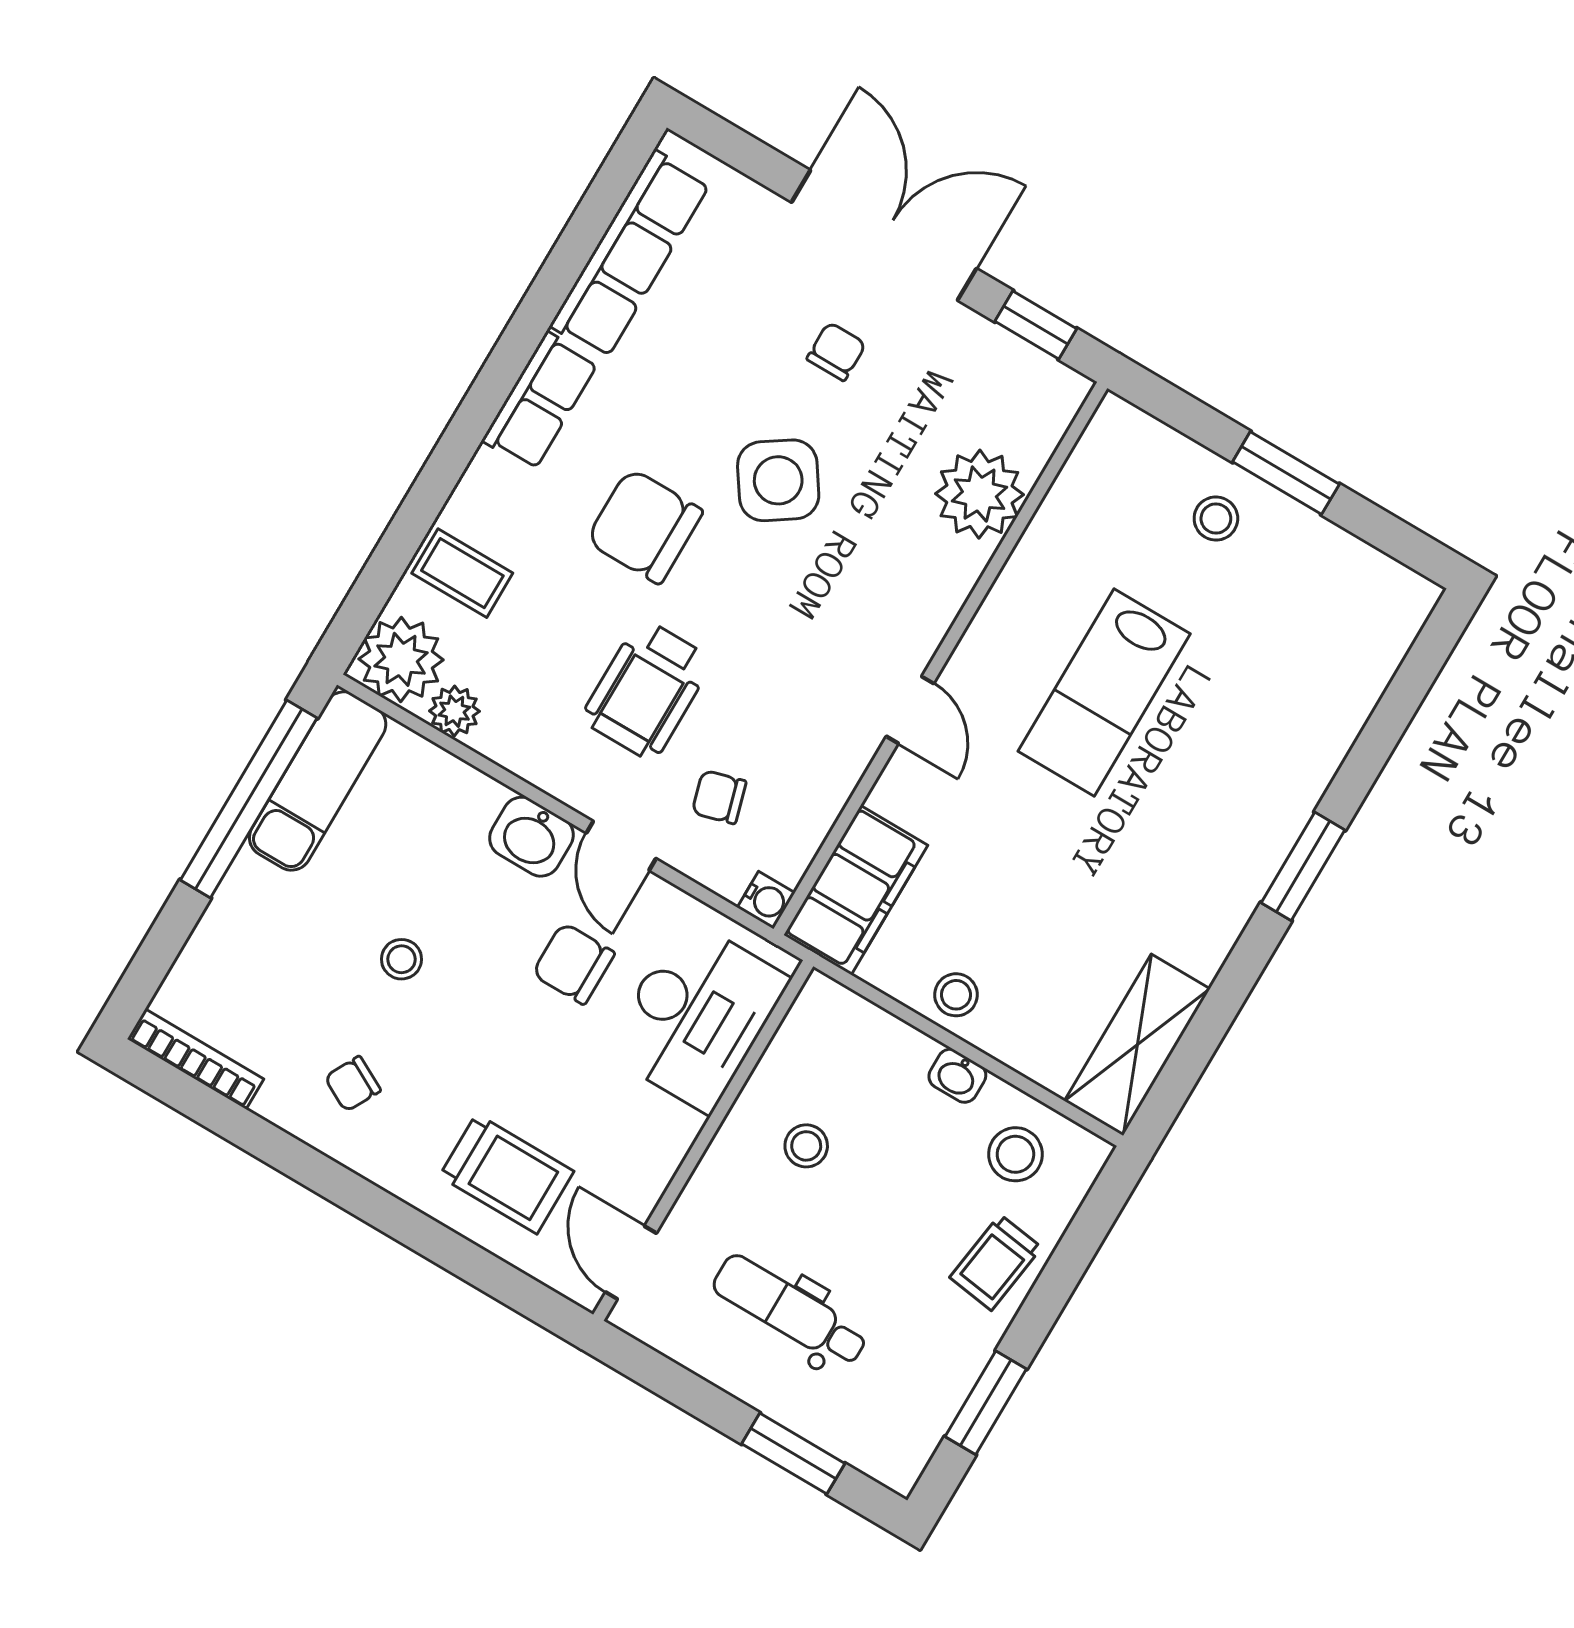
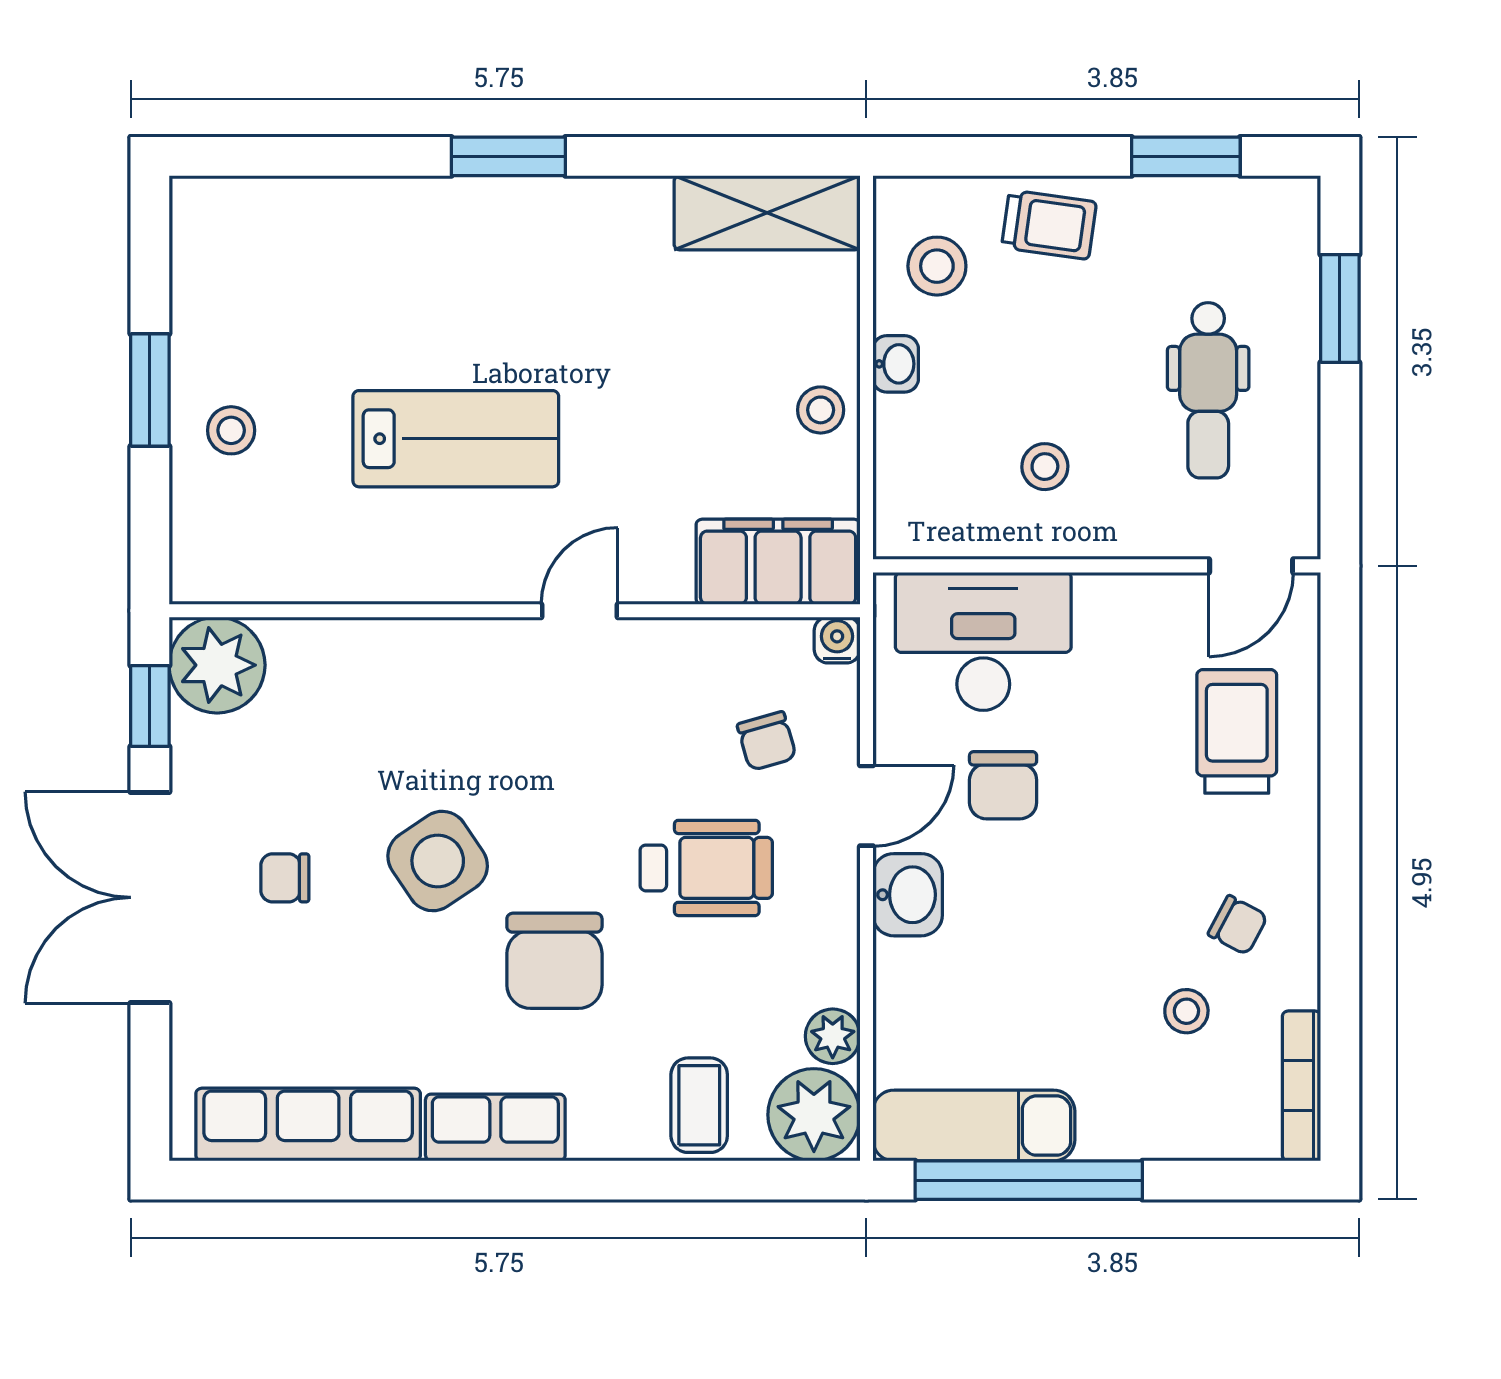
plant: (979, 494) -> (217, 665), moved
stool: (402, 959) -> (1186, 1011), moved

